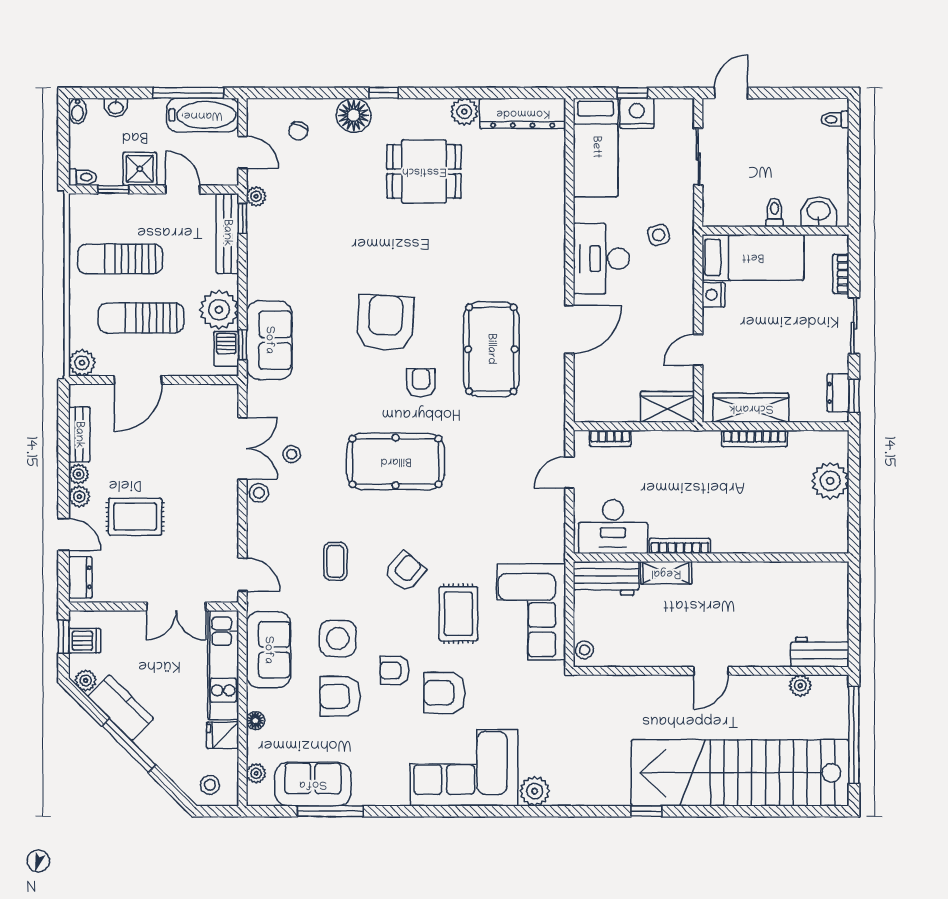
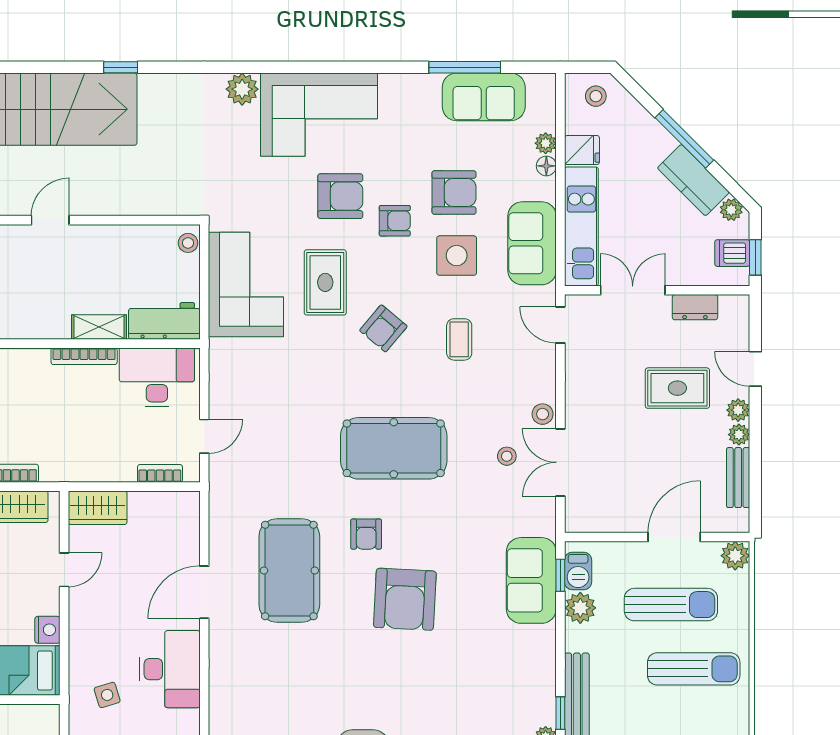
plant: (219, 310) -> (580, 608), width x0.73, depth x0.73
dresser: (80, 577) -> (695, 307), moved, turned -90
plant: (256, 773) -> (546, 143), moved

